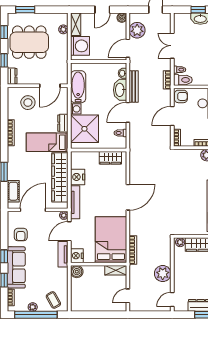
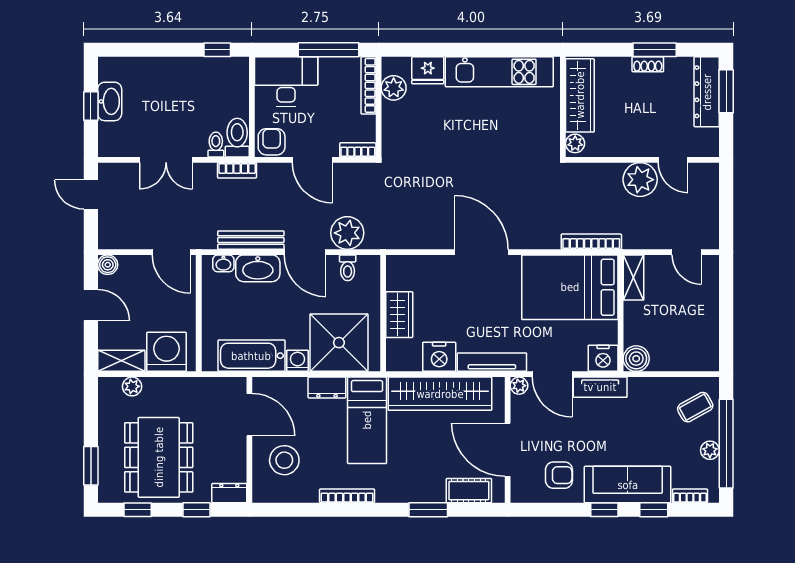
plant: (137, 30) -> (347, 233), moved
wardrobe: (110, 158) -> (399, 315), moved
door: (172, 300) -> (673, 160), moved

